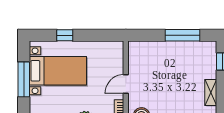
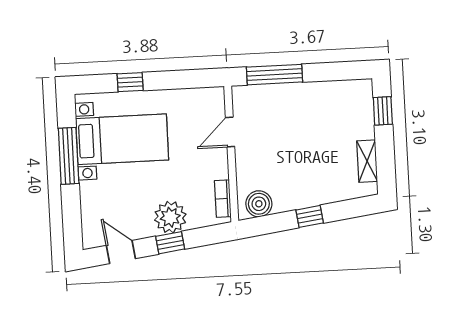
window: (183, 35) -> (274, 75), moved
door: (126, 84) -> (230, 132), moved

